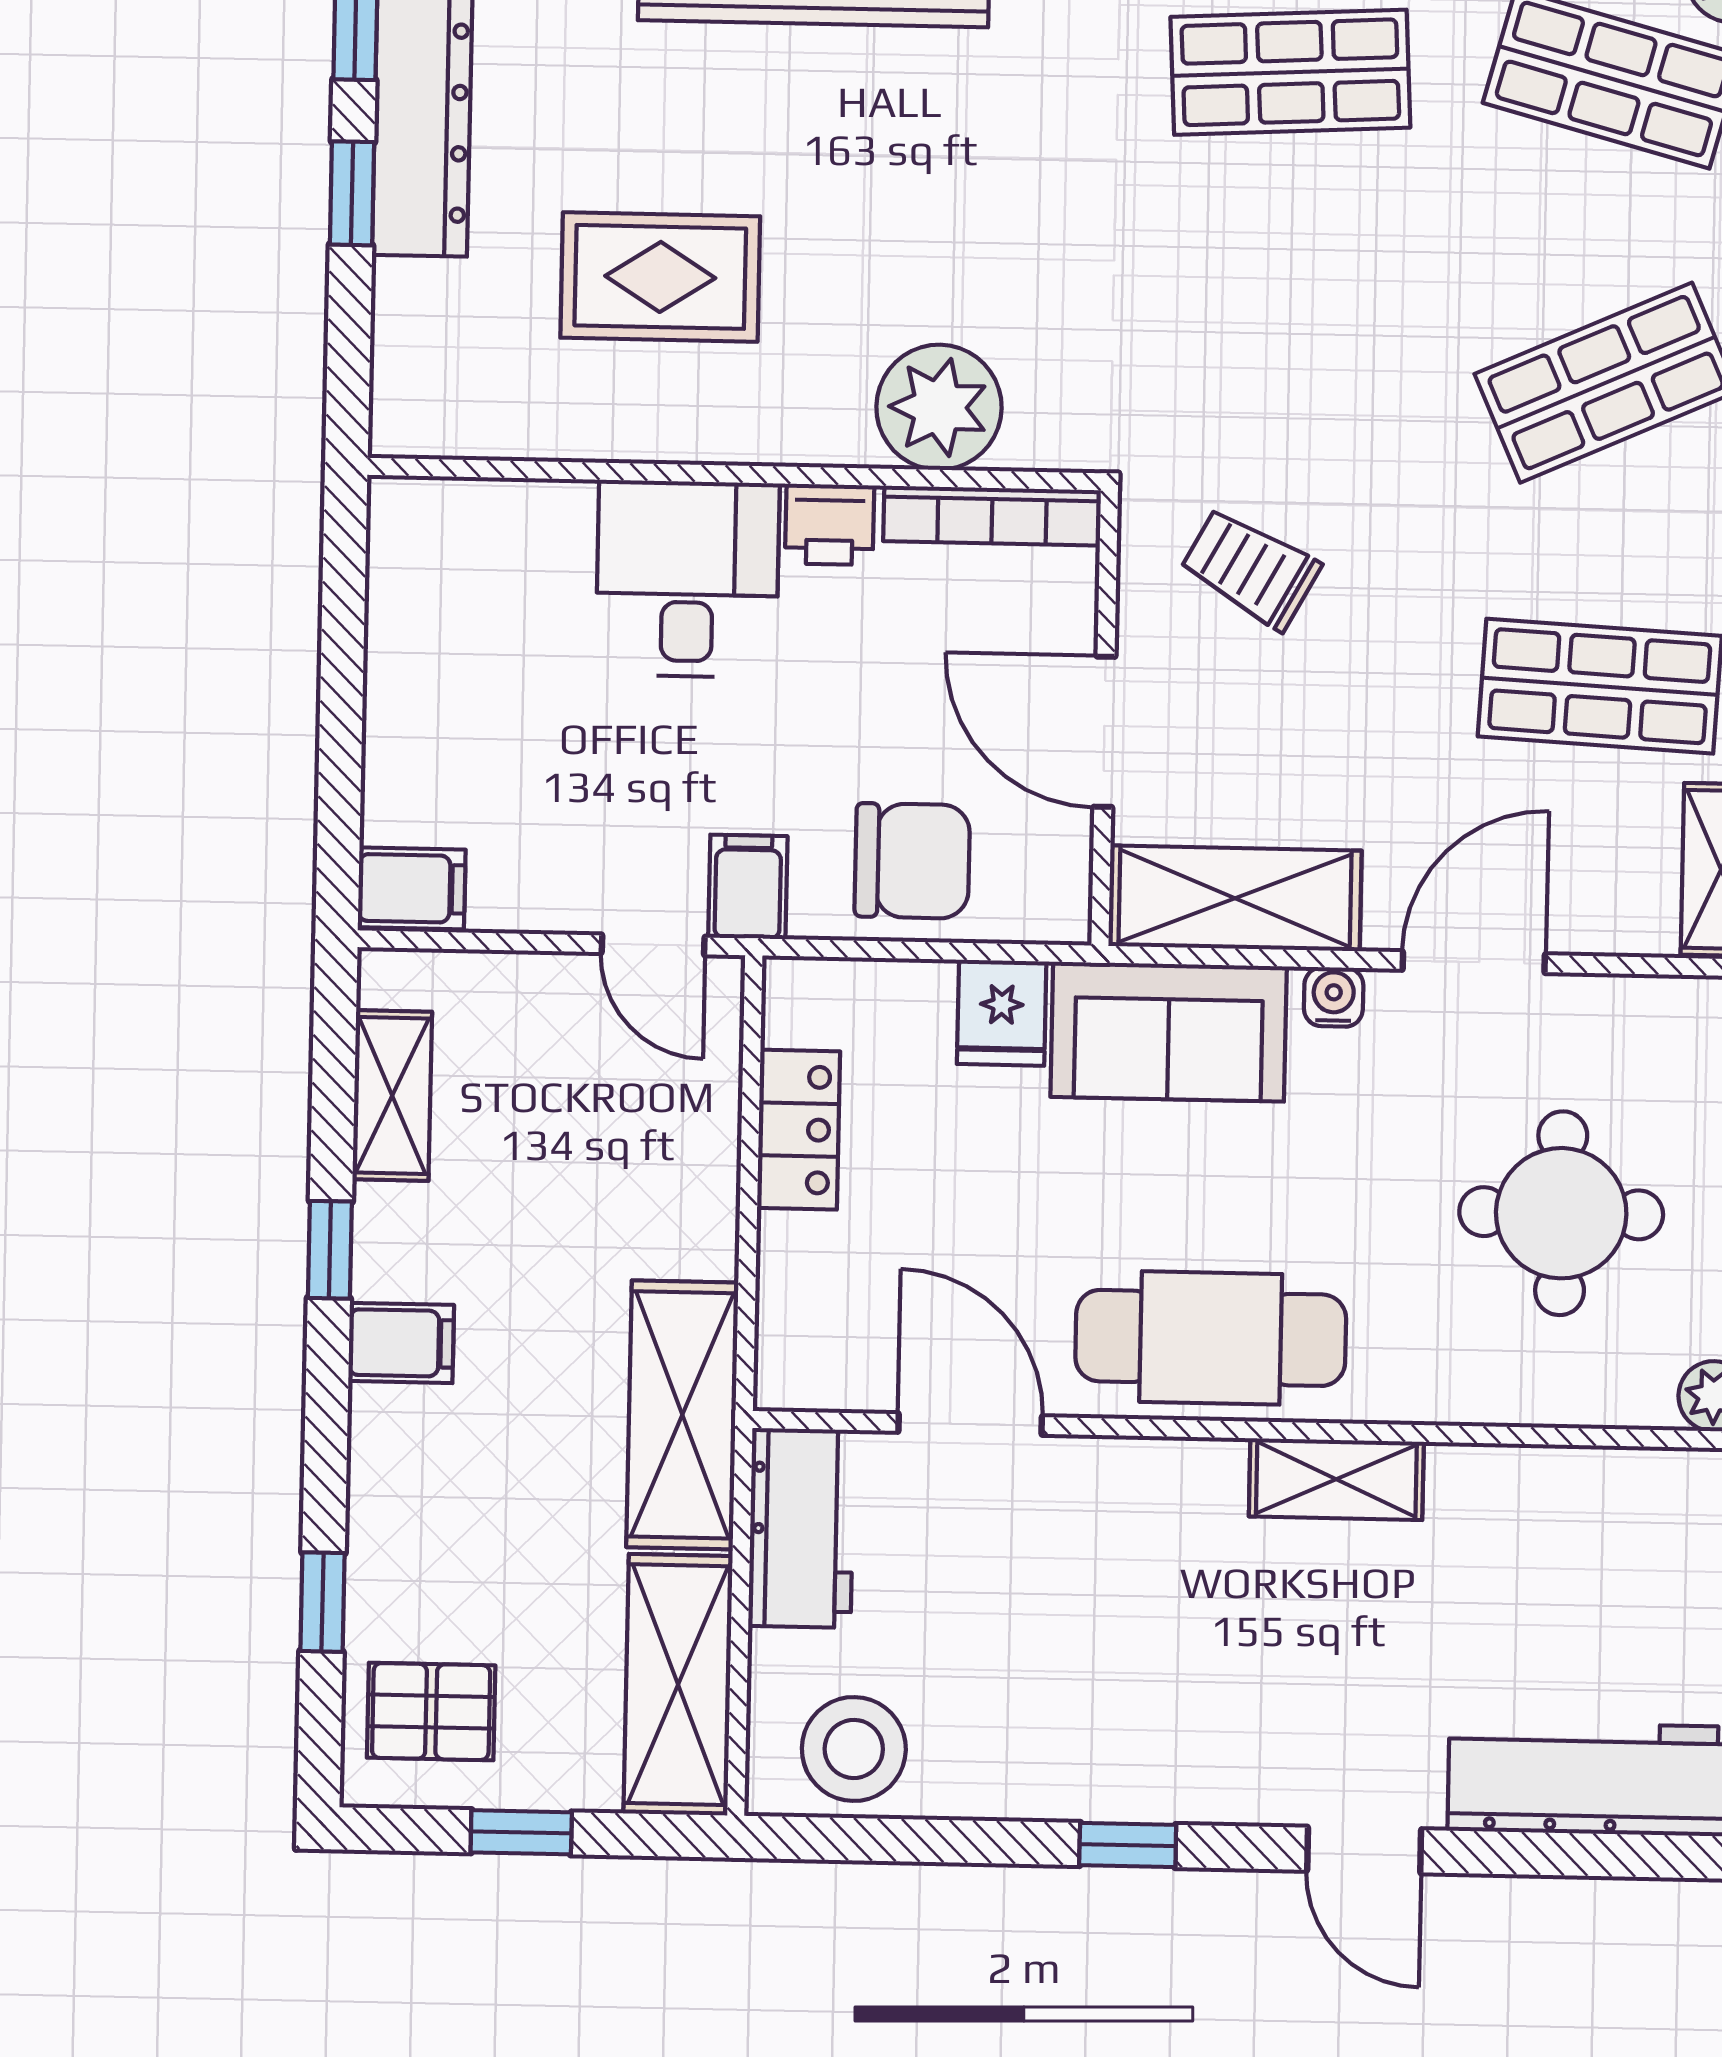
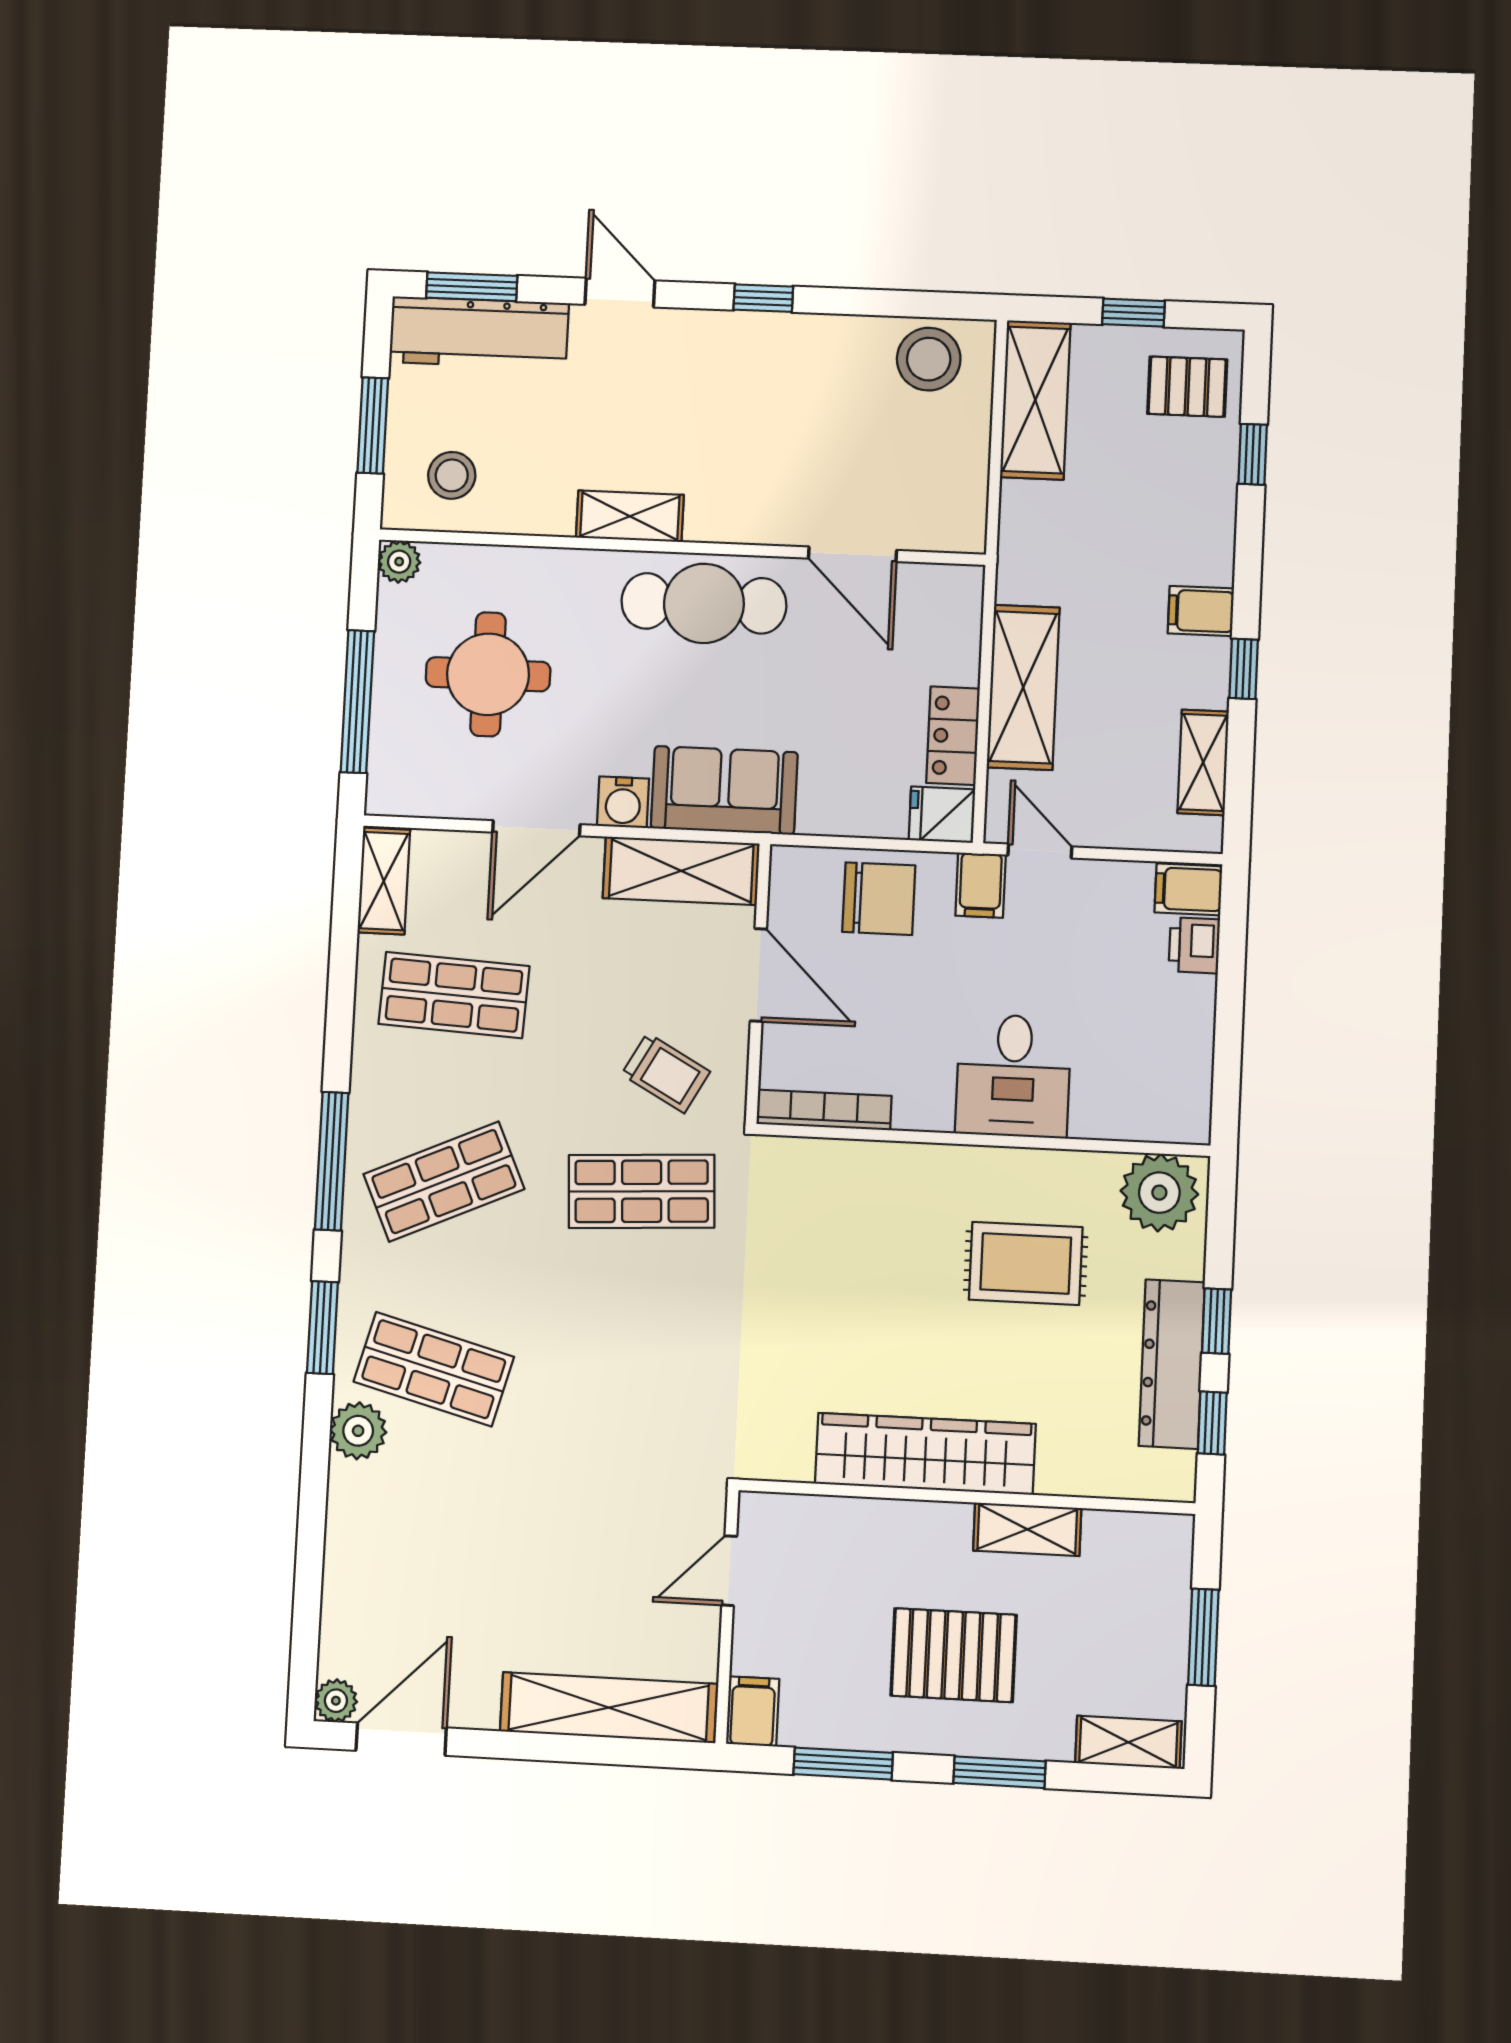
shop shelf: (1290, 72) -> (642, 1191), moved
plant: (939, 407) -> (1159, 1193), moved
printer: (830, 524) -> (1194, 945), moved, turned -90
chair: (912, 861) -> (879, 899), turned 180
water cooler: (1334, 997) -> (623, 802), width x1.38, depth x1.38
fridge: (1002, 1013) -> (942, 815), moved, turned -90
shelving: (682, 1415) -> (1023, 687), moved
workbench: (801, 1528) -> (957, 493), removed
stool: (1632, 1541) -> (452, 475), added
window: (1609, 1855) -> (472, 287), added

